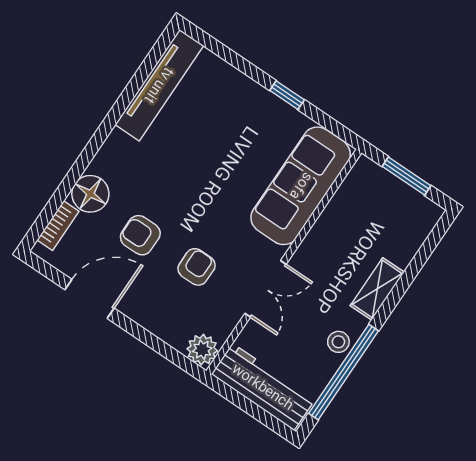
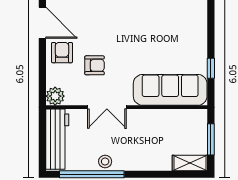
window: (287, 95) -> (211, 68), moved
armchair: (140, 235) -> (62, 53), moved
shelving: (377, 289) -> (190, 163), moved

